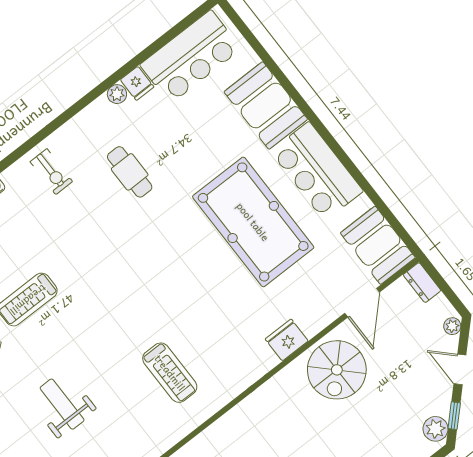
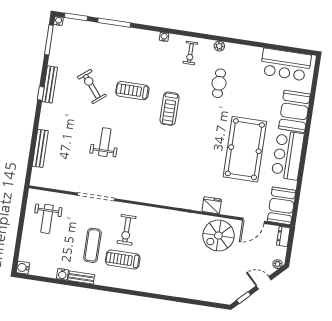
fridge: (137, 83) -> (256, 54), removed
plant: (117, 94) -> (219, 46), moved
door: (460, 369) -> (264, 283), hinge flipped
treadmill: (170, 373) -> (169, 109), moved
plant: (436, 429) -> (232, 295), removed

